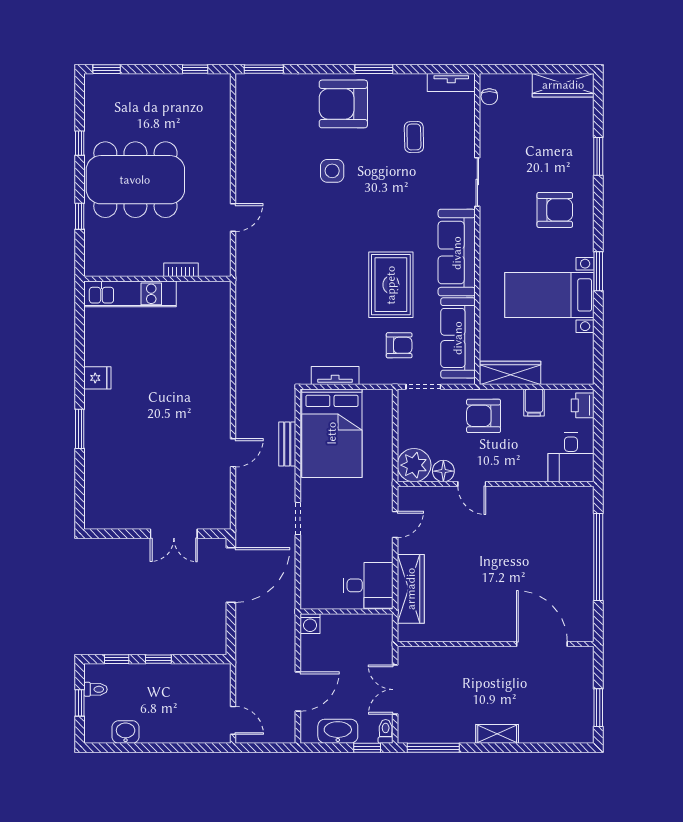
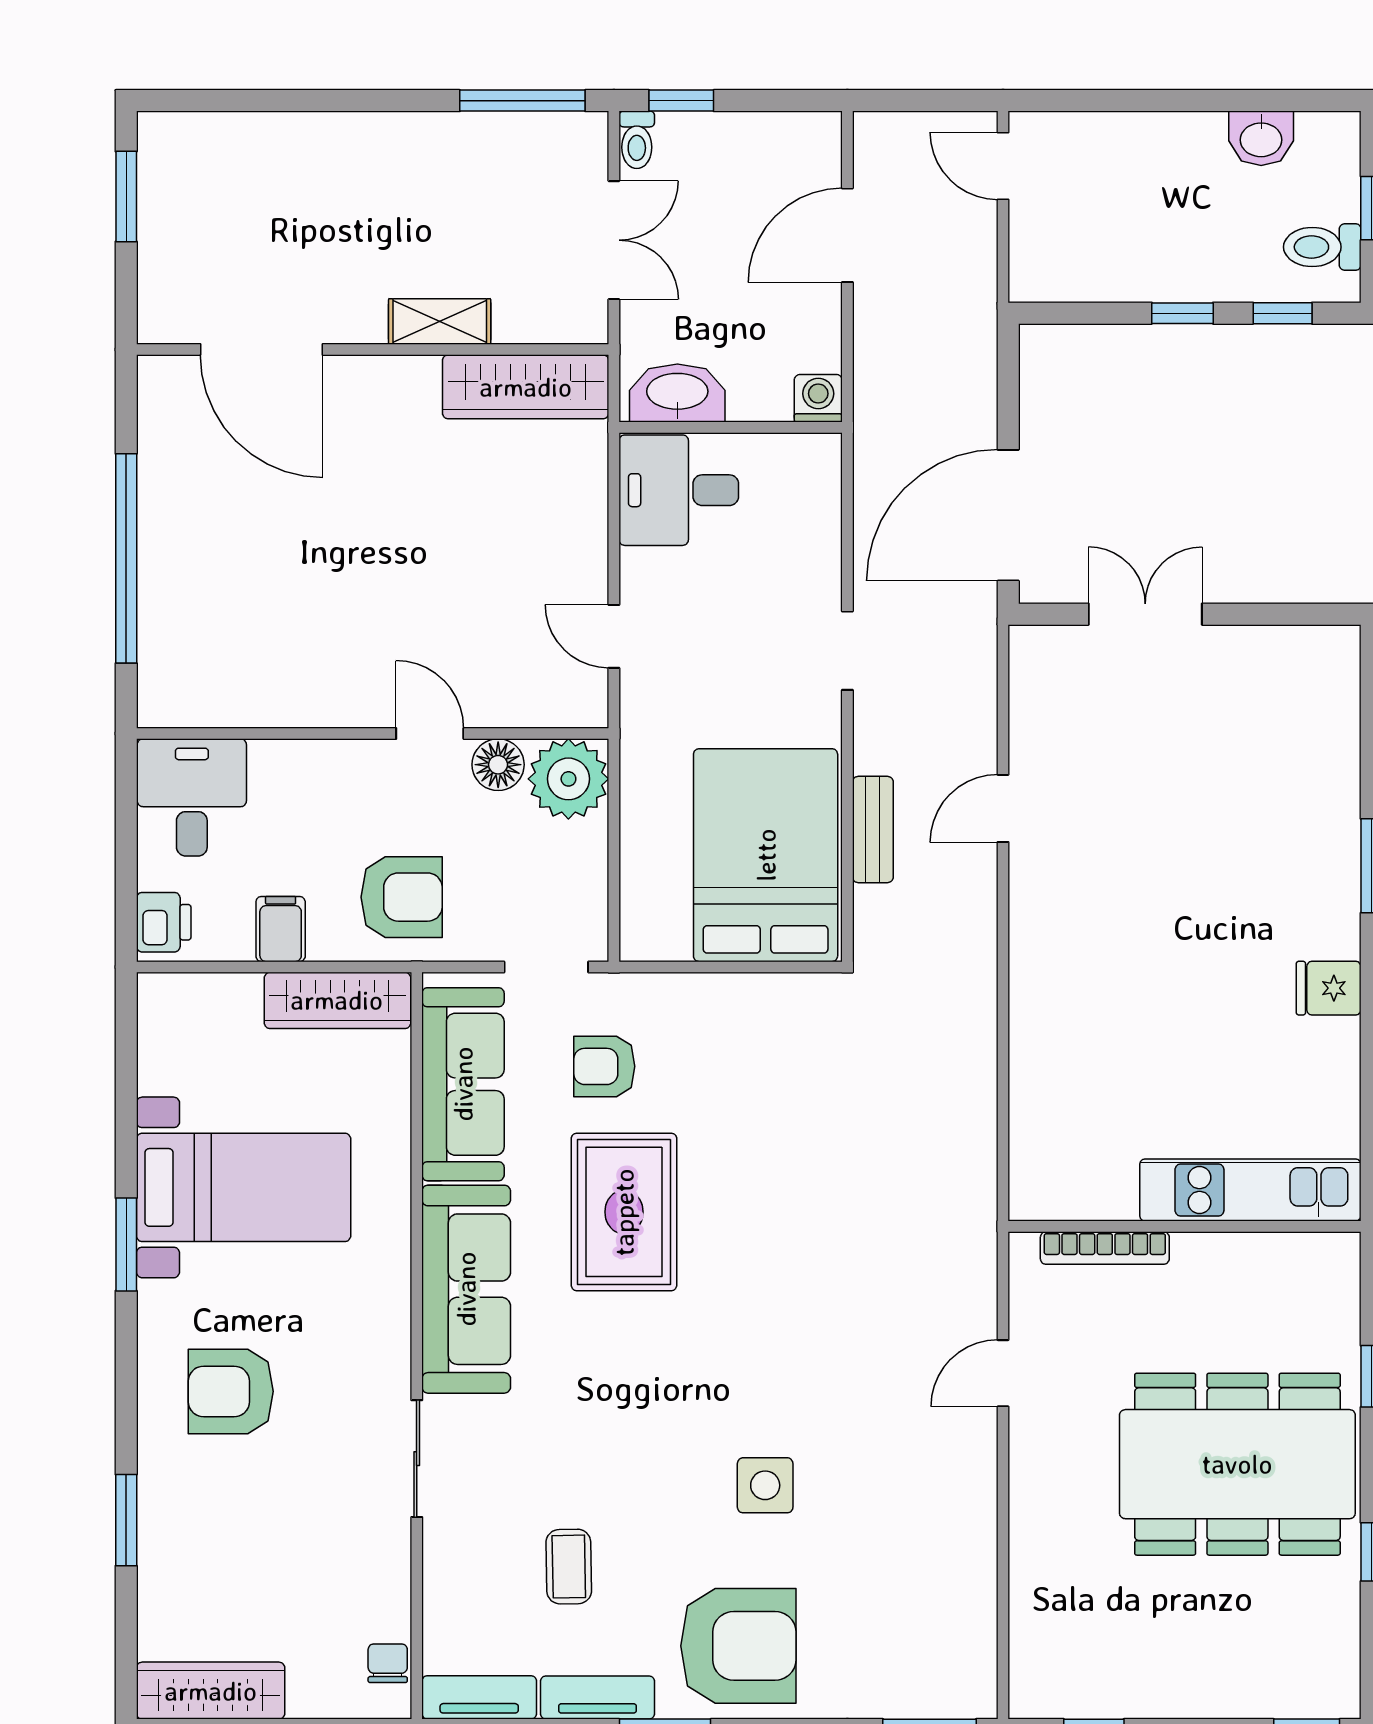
bookcase: (181, 270) -> (1105, 1248), width x1.56
tv unit: (335, 376) -> (597, 1697), moved, turned 180
door: (395, 524) -> (614, 636), hinge flipped
wardrobe: (411, 589) -> (526, 387), moved, turned -90
toilet: (96, 689) -> (1322, 247), width x1.37, depth x1.39
washbasin: (338, 731) -> (677, 393), moved, turned 180
shelving: (497, 734) -> (440, 321), moved

